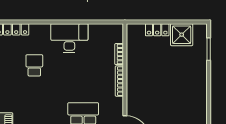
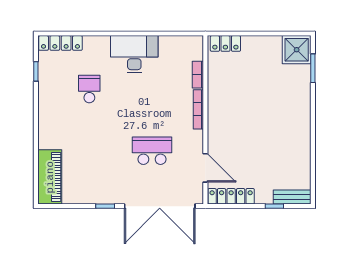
locker: (157, 30) -> (225, 43), moved
shower: (182, 35) -> (297, 50), moved

